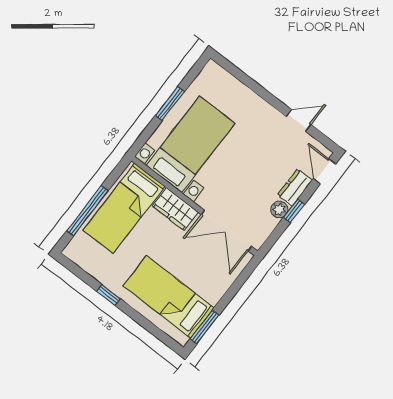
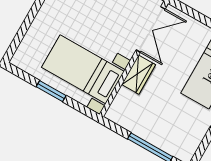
bed: (124, 208) -> (144, 117), removed

